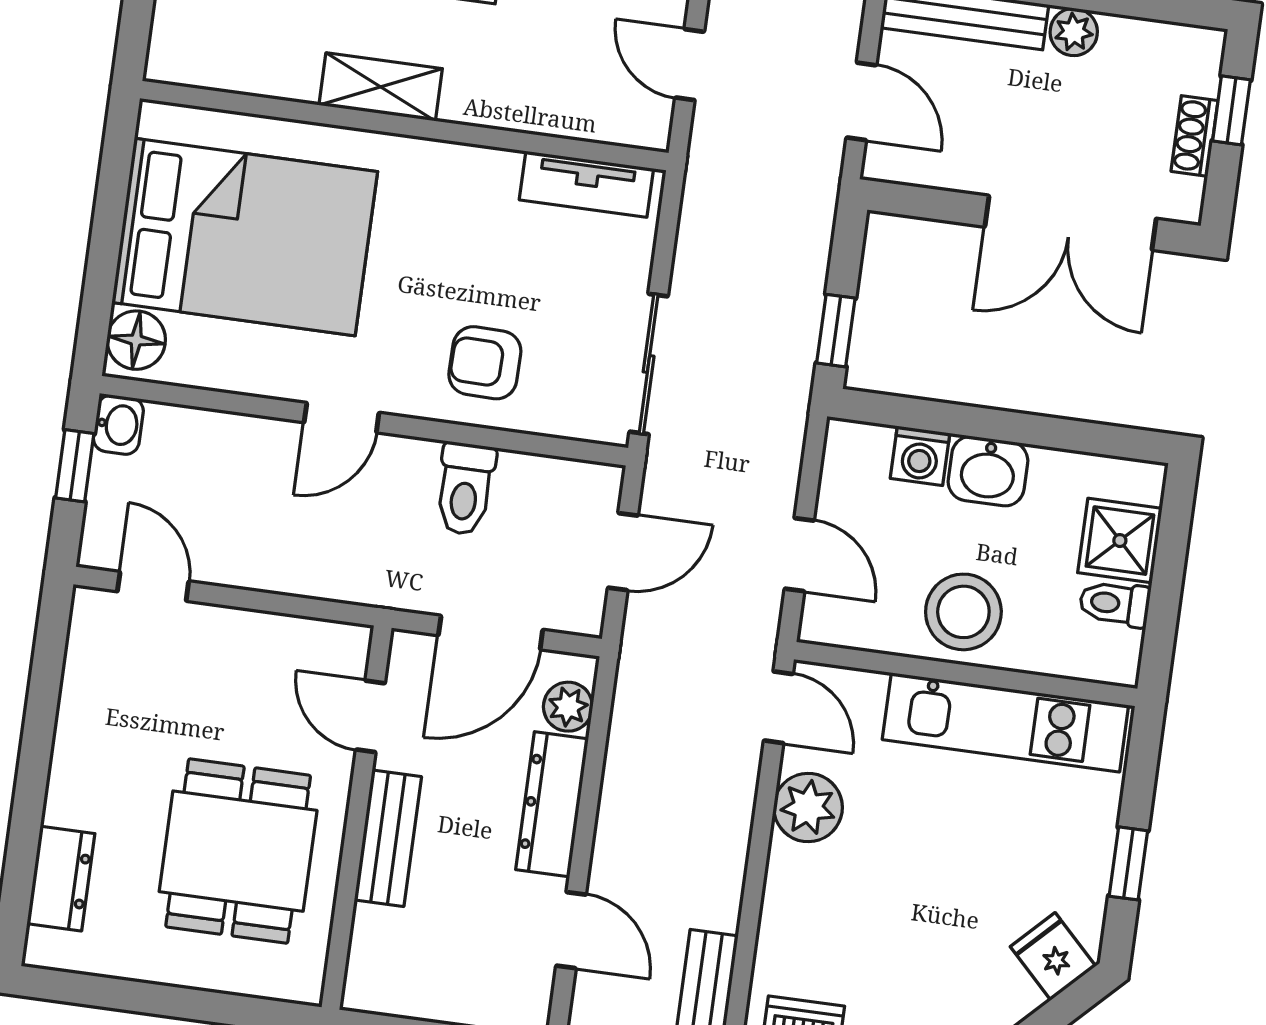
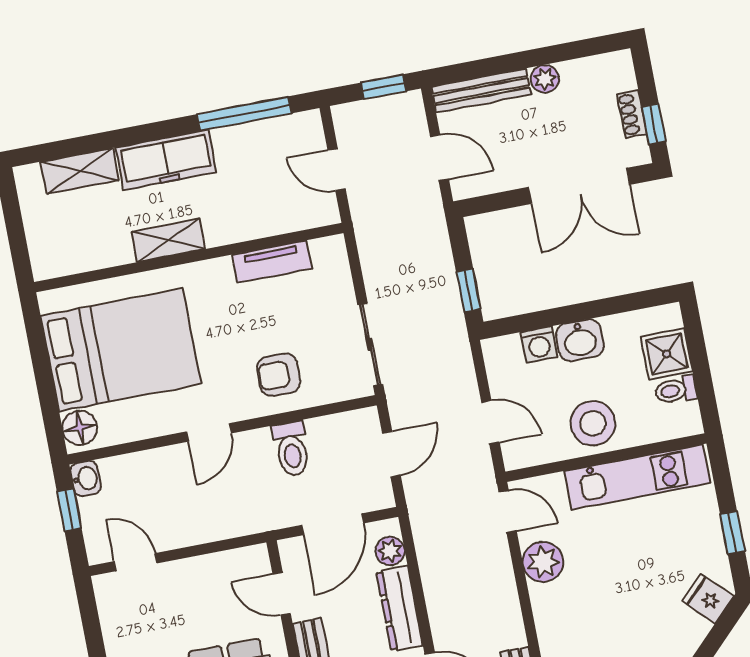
window: (1231, 110) -> (654, 124), moved
tv unit: (586, 184) -> (272, 262), moved

